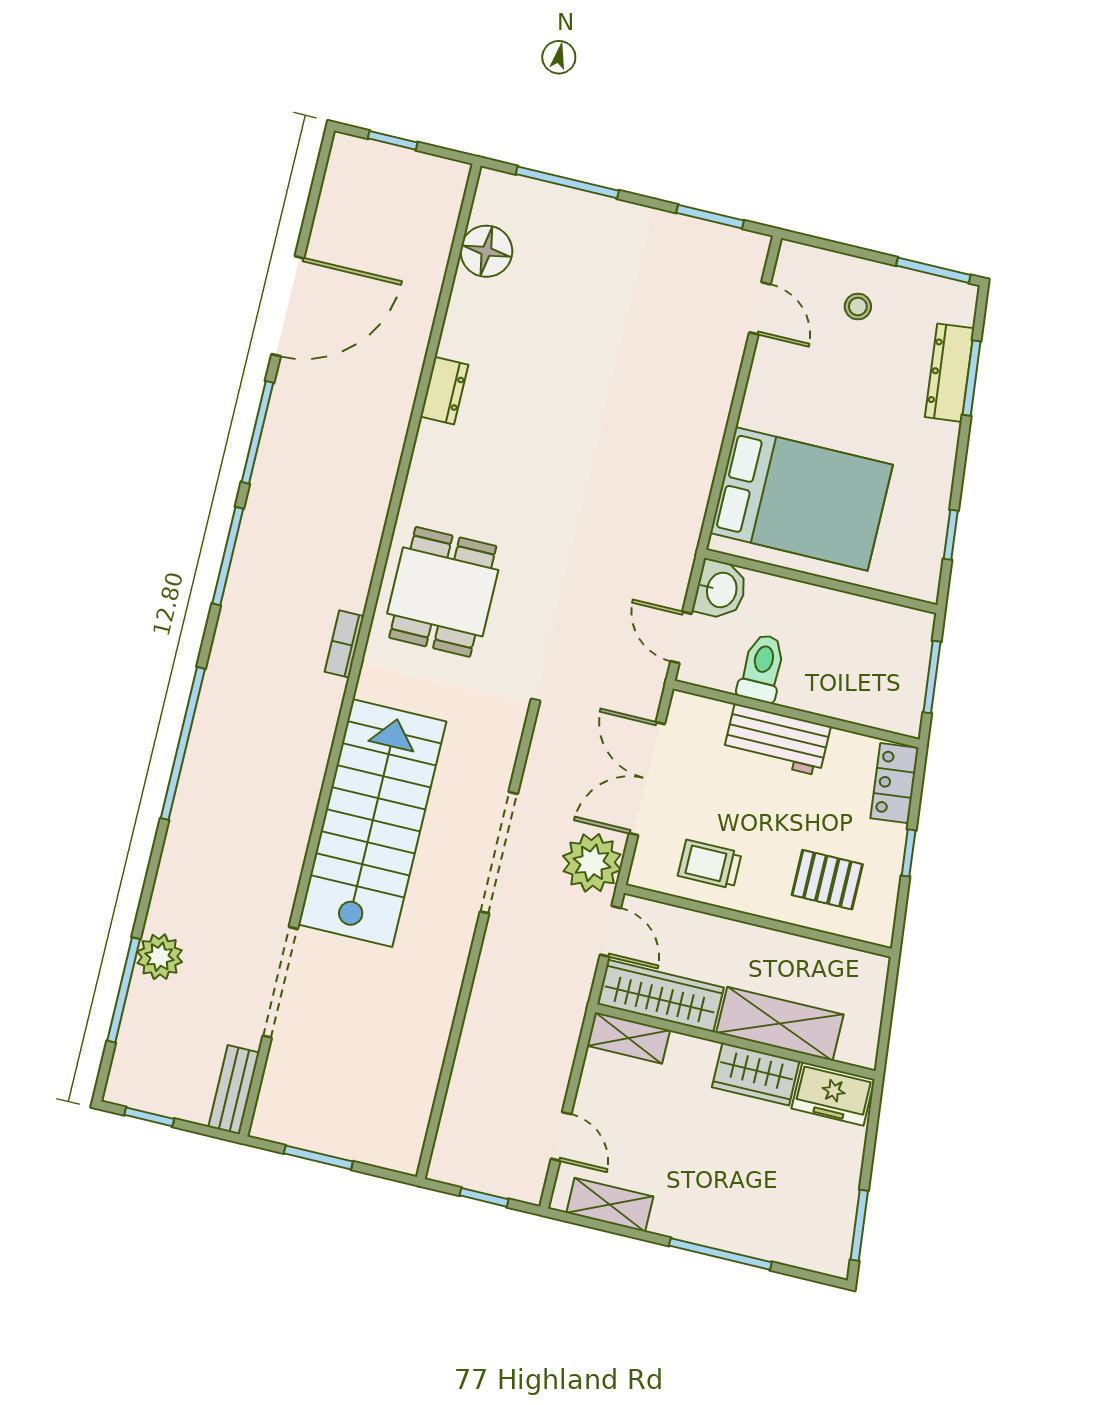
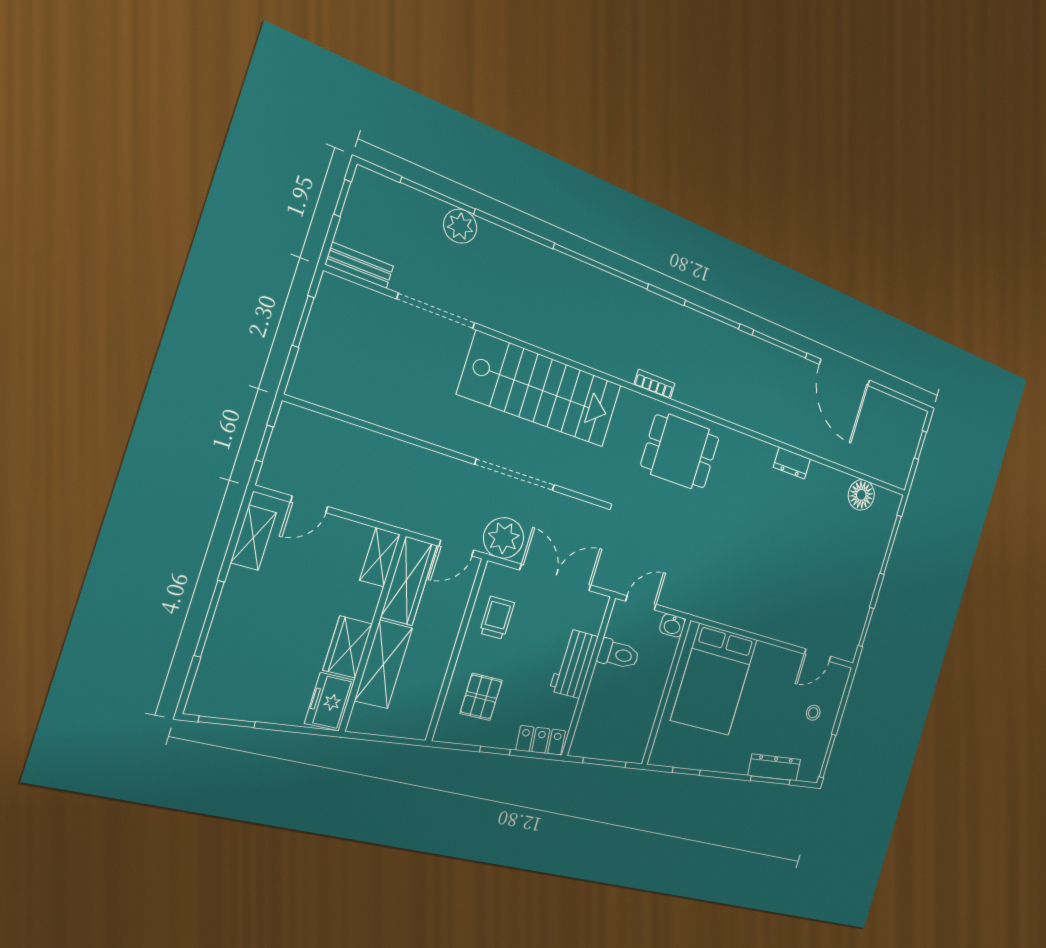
washbasin: (720, 590) -> (672, 625), width x0.72, depth x0.69

